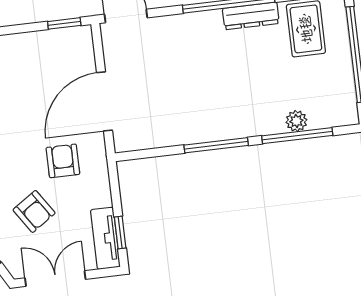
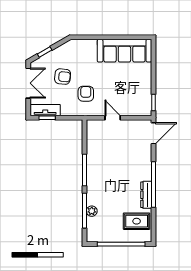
door: (104, 101) -> (113, 118), width x0.53
armchair: (63, 161) -> (86, 94), turned -90
armchair: (34, 211) -> (63, 77), turned -140

